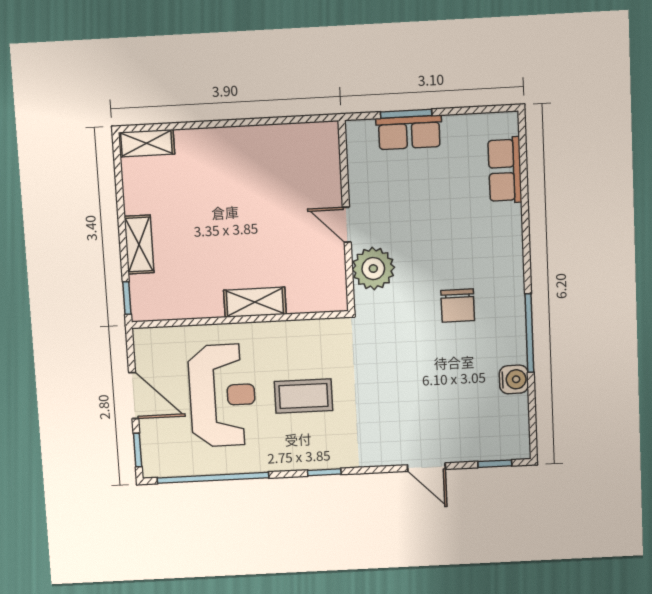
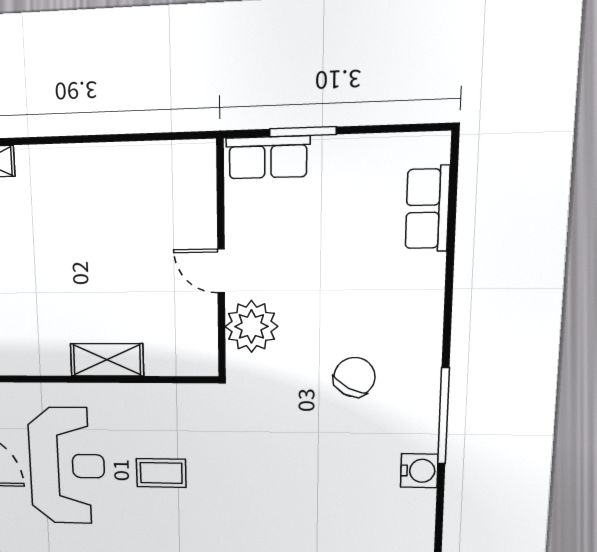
row of seats: (409, 132) -> (268, 157), moved
chair: (458, 306) -> (354, 377), turned -152
coffee table: (304, 396) -> (161, 473), width x0.73, depth x0.77

